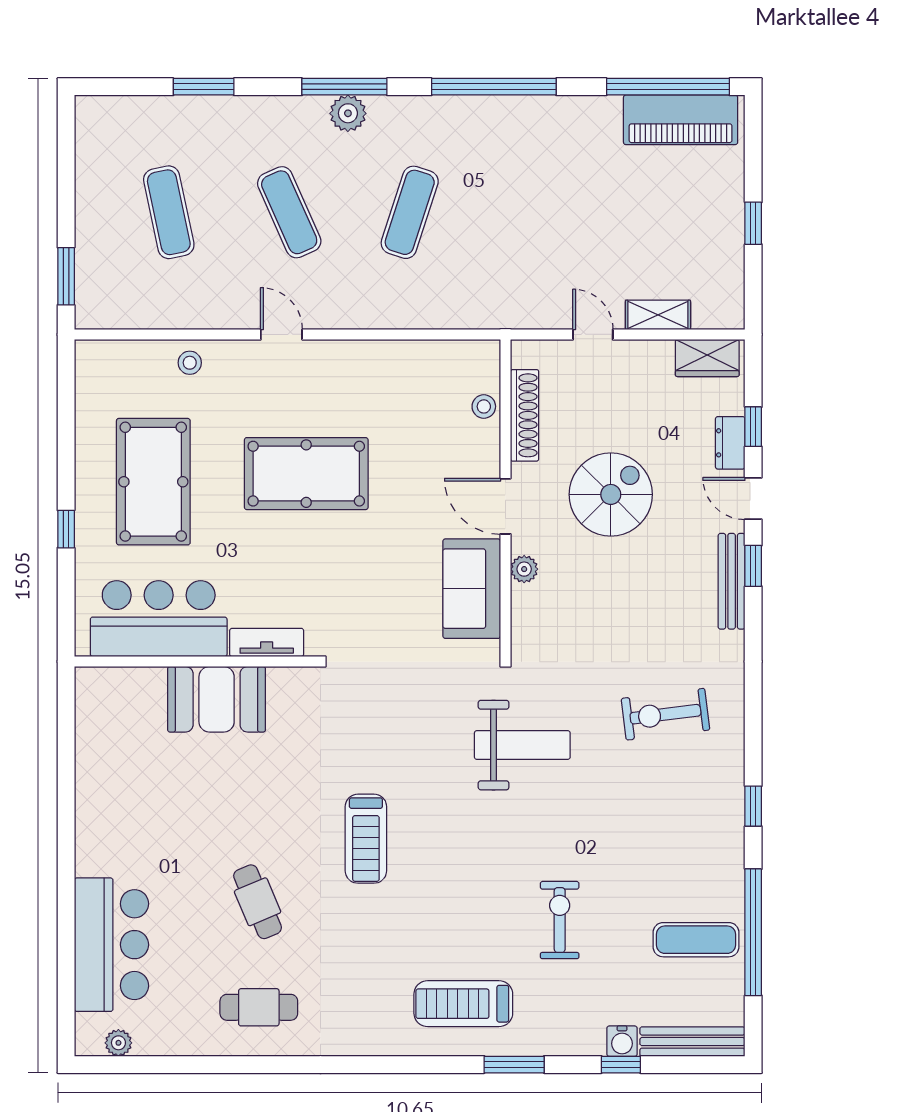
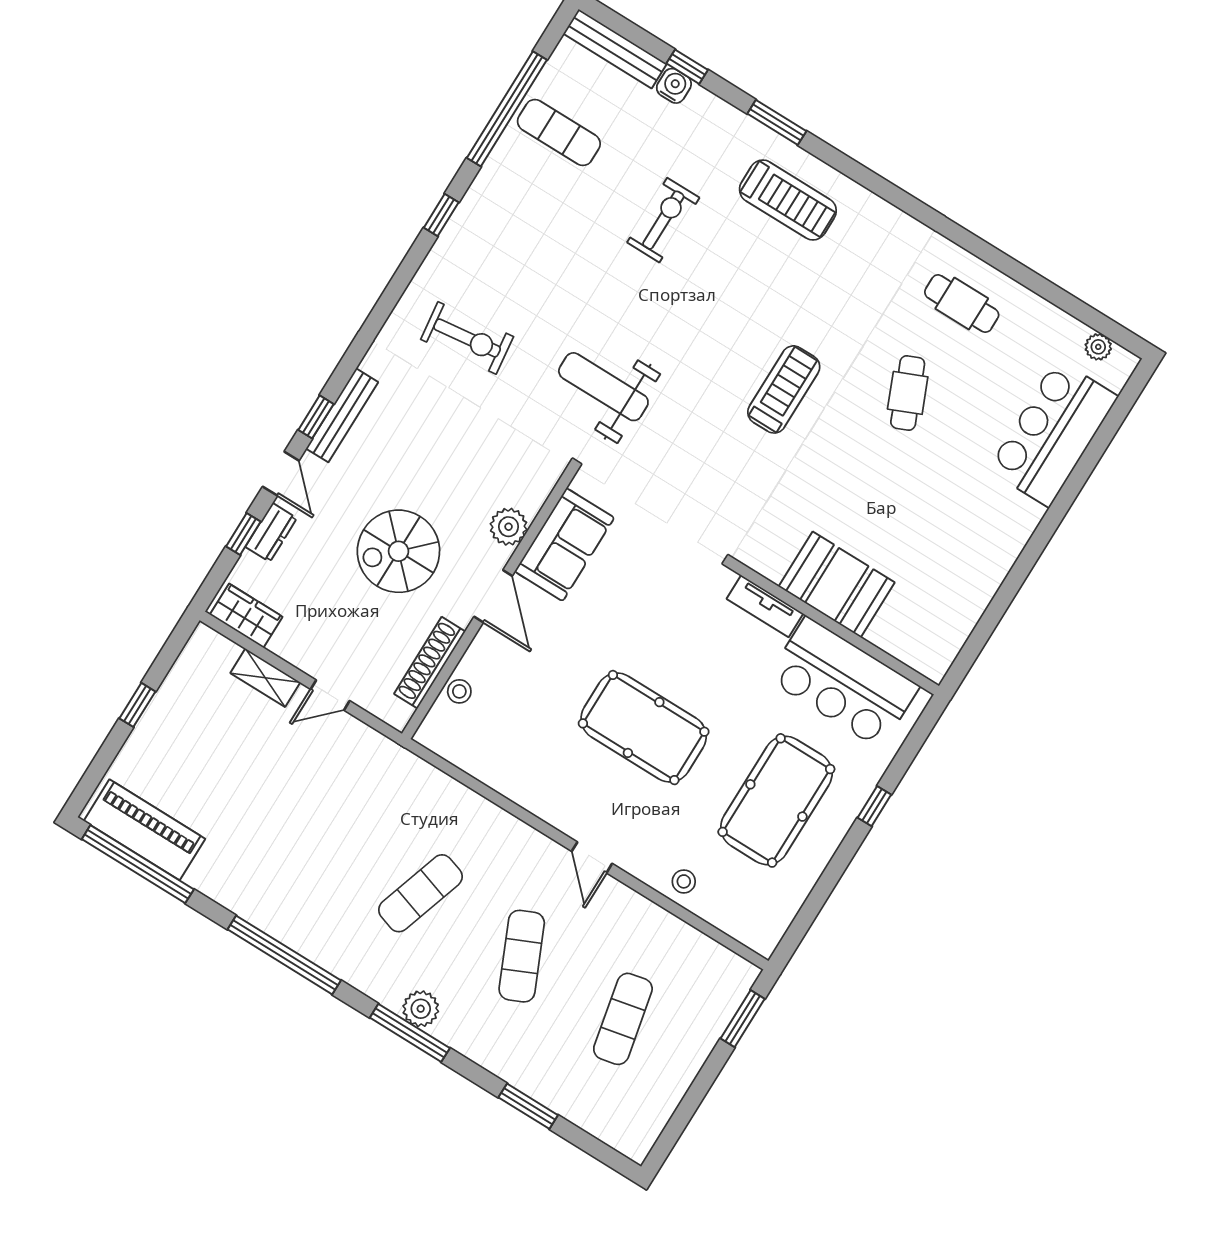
door: (593, 334) -> (330, 695), hinge flipped
plant: (524, 569) -> (509, 527), width x1.38, depth x1.38
exercise bike: (560, 920) -> (663, 220), turned 180

